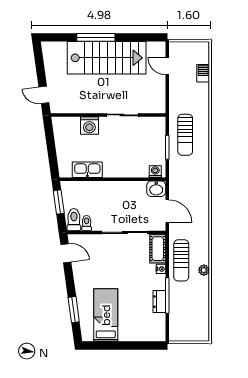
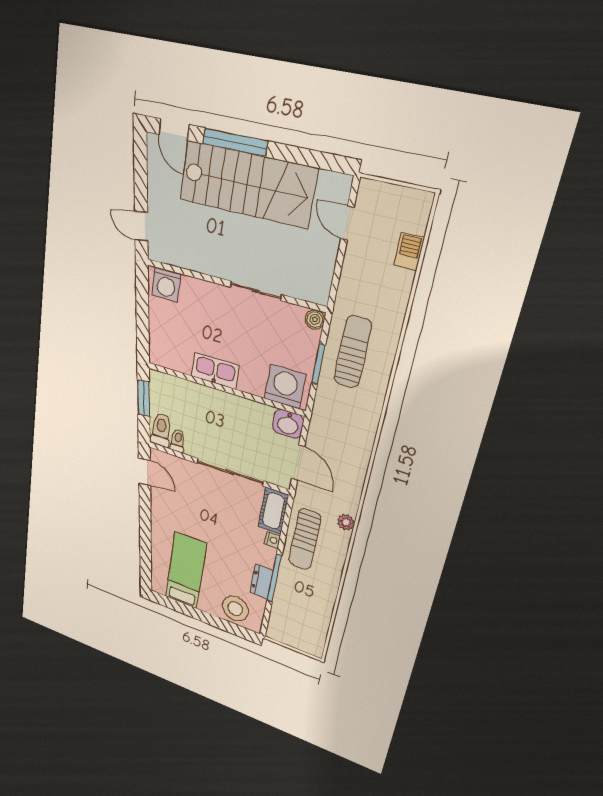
door: (58, 37) -> (174, 130), added
boiler: (160, 122) -> (315, 319), added
washing machine: (89, 126) -> (166, 285), moved
sun lounger: (185, 135) -> (353, 352), turned 180
kitchen sink: (87, 170) -> (215, 371), moved
washing machine: (155, 172) -> (285, 386), width x1.89, depth x1.89
plant: (204, 270) -> (346, 522), moved
window: (74, 310) -> (146, 548), removed
stool: (145, 329) -> (235, 609), added

